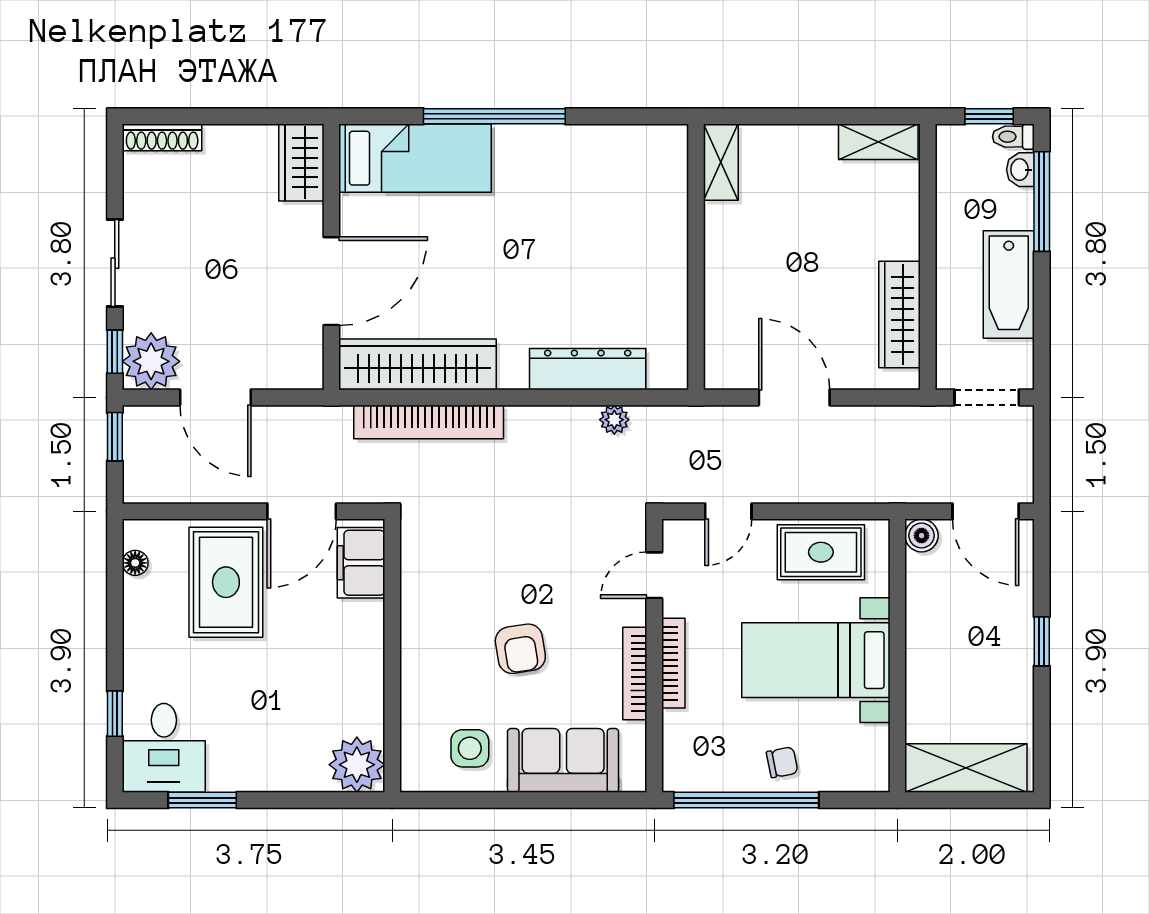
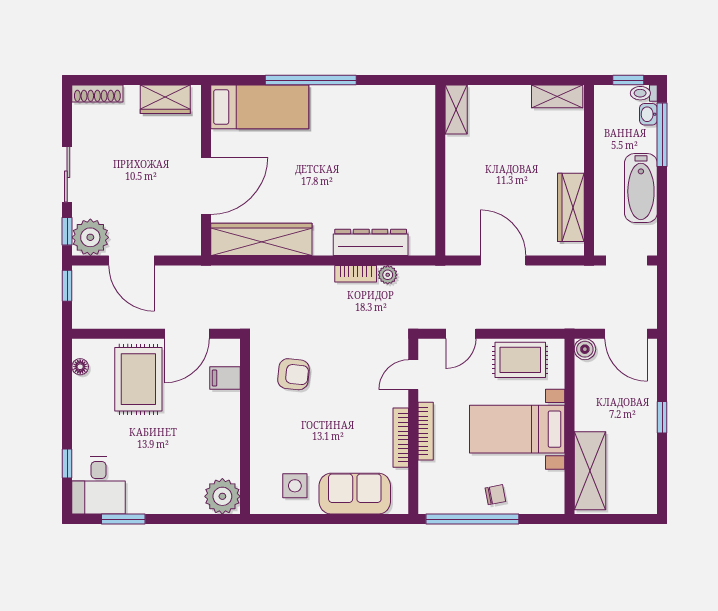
wardrobe: (301, 163) -> (165, 99), moved, turned -90
bookcase: (429, 422) -> (356, 274), moved, width x0.43, depth x0.76
filing cabinet: (361, 563) -> (225, 378), width x0.50
armchair: (520, 649) -> (293, 374), moved, turned -75
shelving: (966, 768) -> (590, 471), moved, turned 90

